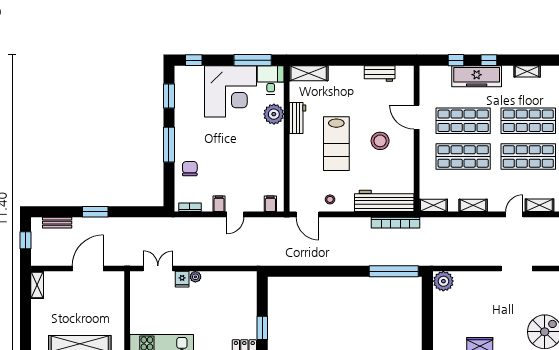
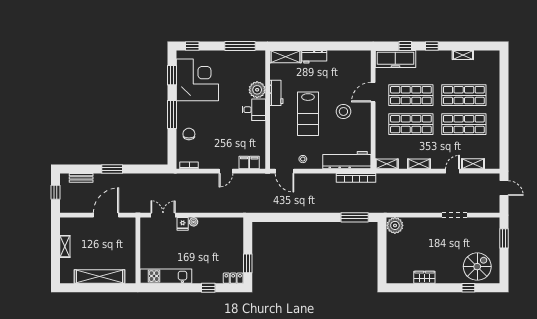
workbench: (380, 73) -> (314, 57), moved
freezer: (477, 76) -> (395, 59), moved
desk: (271, 80) -> (254, 110), moved, turned 90
corner desk: (231, 91) -> (197, 80), moved, turned -90
door: (417, 117) -> (373, 92), hinge flipped
filing cabinet: (219, 204) -> (244, 163), moved
window: (394, 271) -> (355, 217), width x0.68
shelving: (37, 285) -> (65, 246), moved

